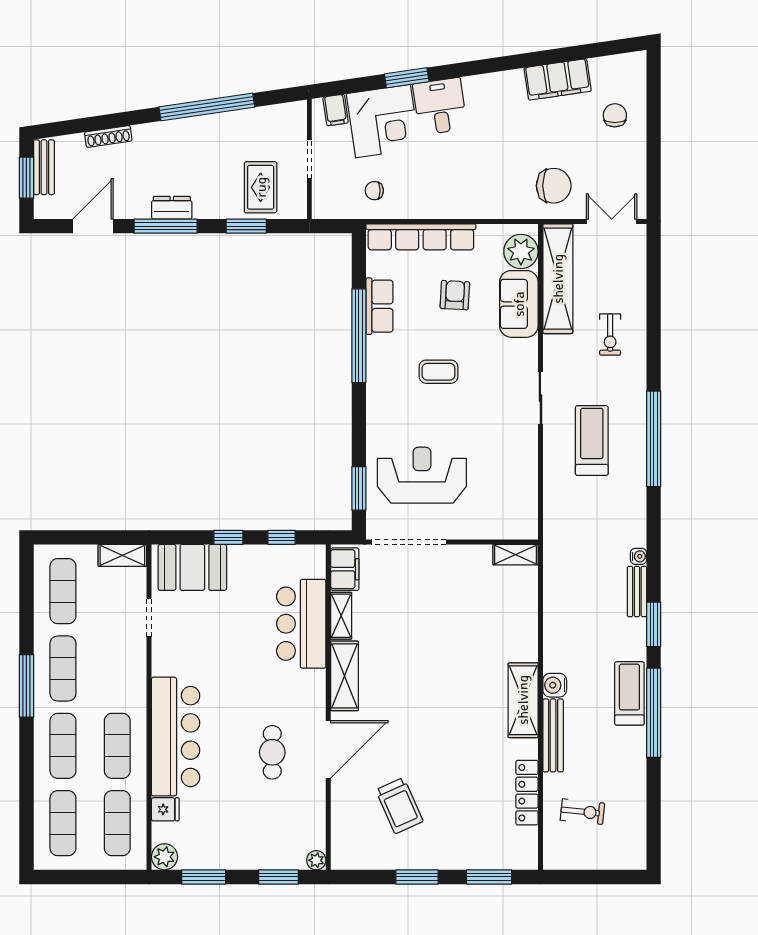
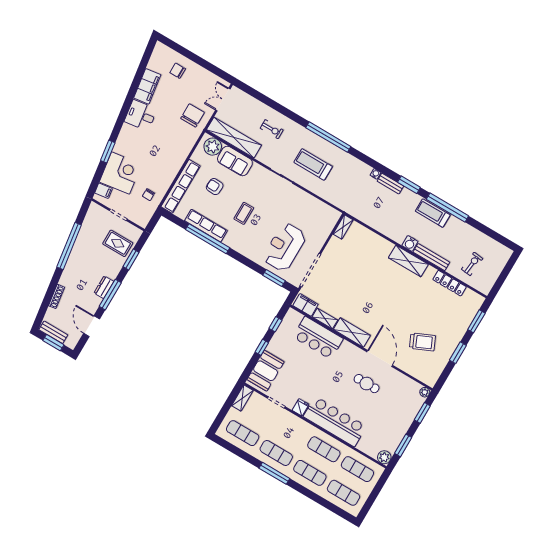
desk: (440, 106) -> (141, 115), moved
row of seats: (379, 306) -> (206, 226), width x1.48
fridge: (165, 809) -> (300, 407), moved

